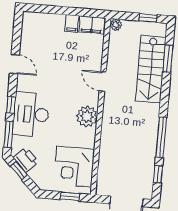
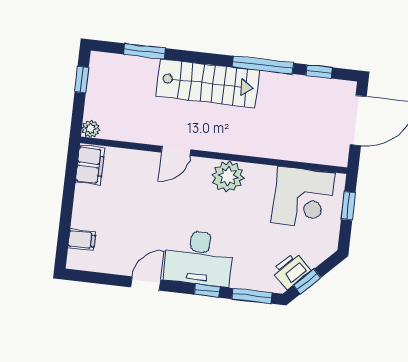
filing cabinet: (72, 24) -> (82, 240), moved
stairs: (151, 69) -> (207, 83), moved
desk: (31, 114) -> (199, 258), moved

